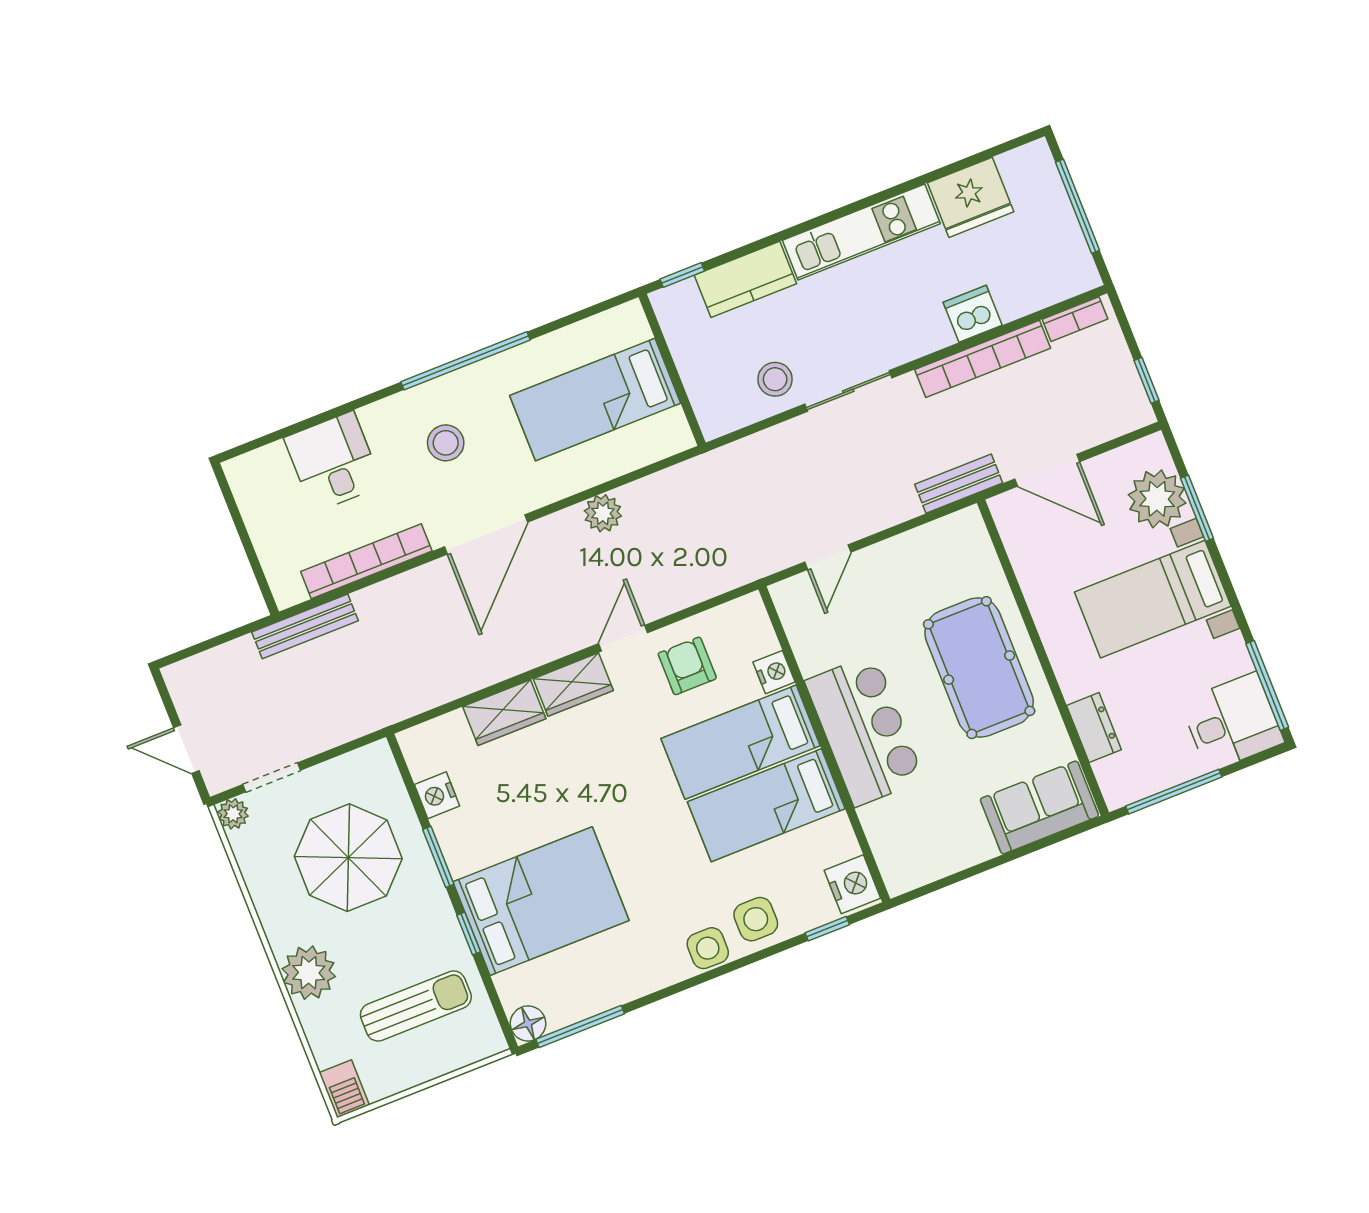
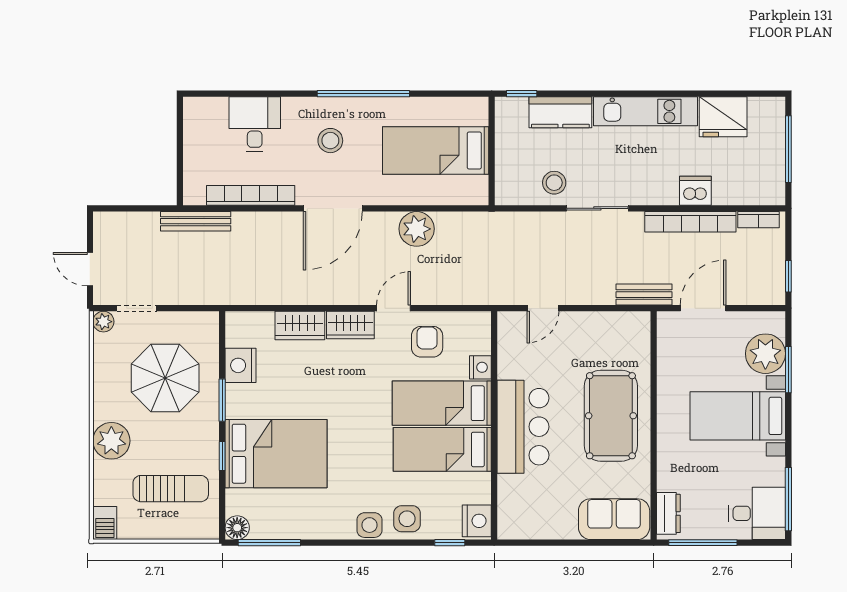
door: (1047, 470) -> (703, 308), swing flipped
plant: (603, 513) -> (417, 229), width x1.36, depth x1.36
dresser: (1094, 728) -> (668, 513), moved
nightstand: (437, 795) -> (241, 365), width x1.36, depth x1.33

